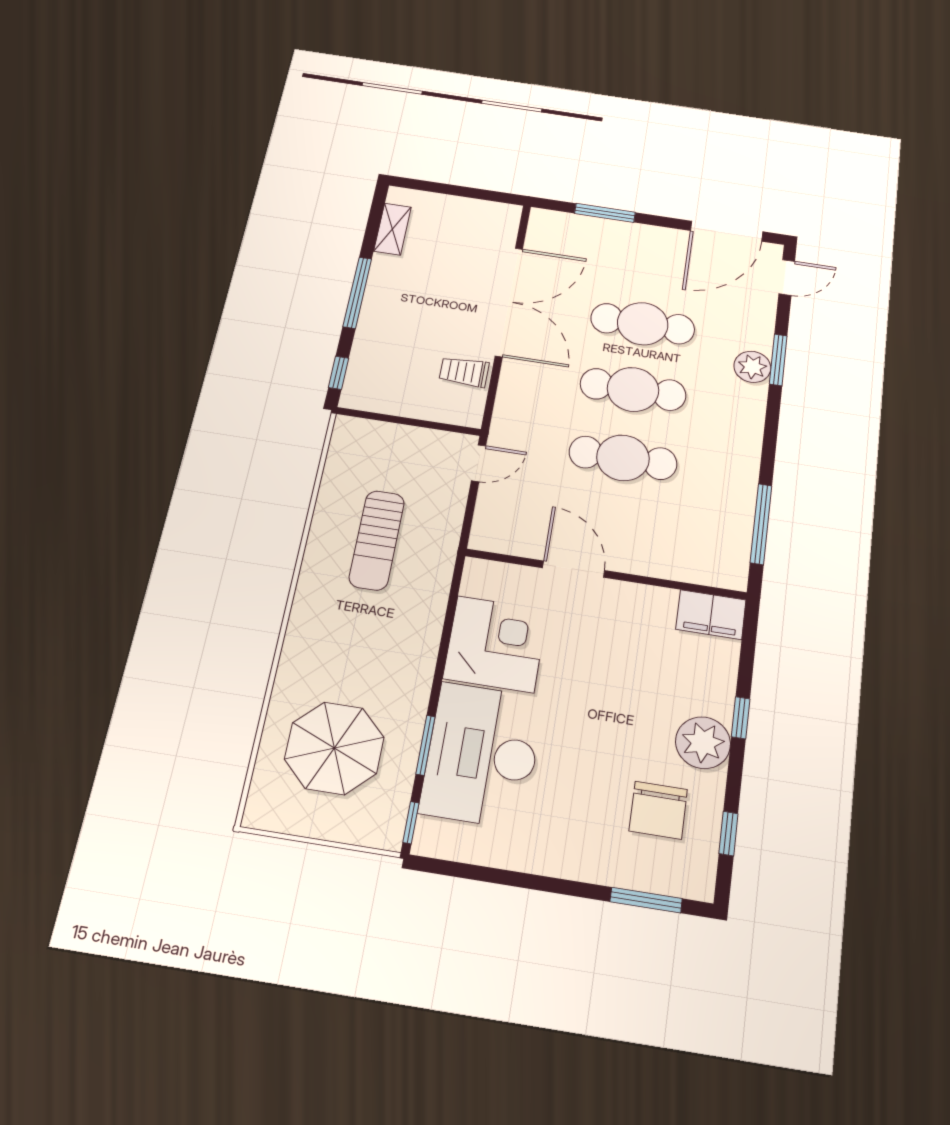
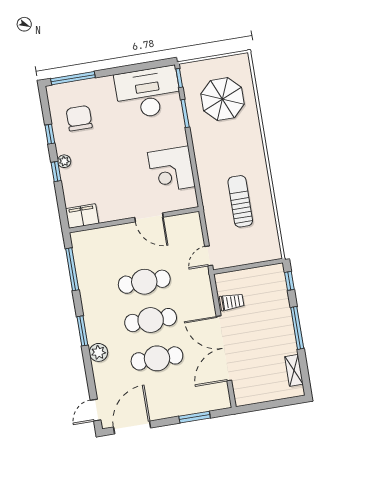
window: (778, 360) -> (82, 331), moved
plant: (703, 743) -> (64, 161), width x0.53, depth x0.53
desk: (482, 755) -> (148, 93), moved, turned -90
window: (728, 834) -> (50, 134), moved
window: (646, 900) -> (73, 78), width x1.44

